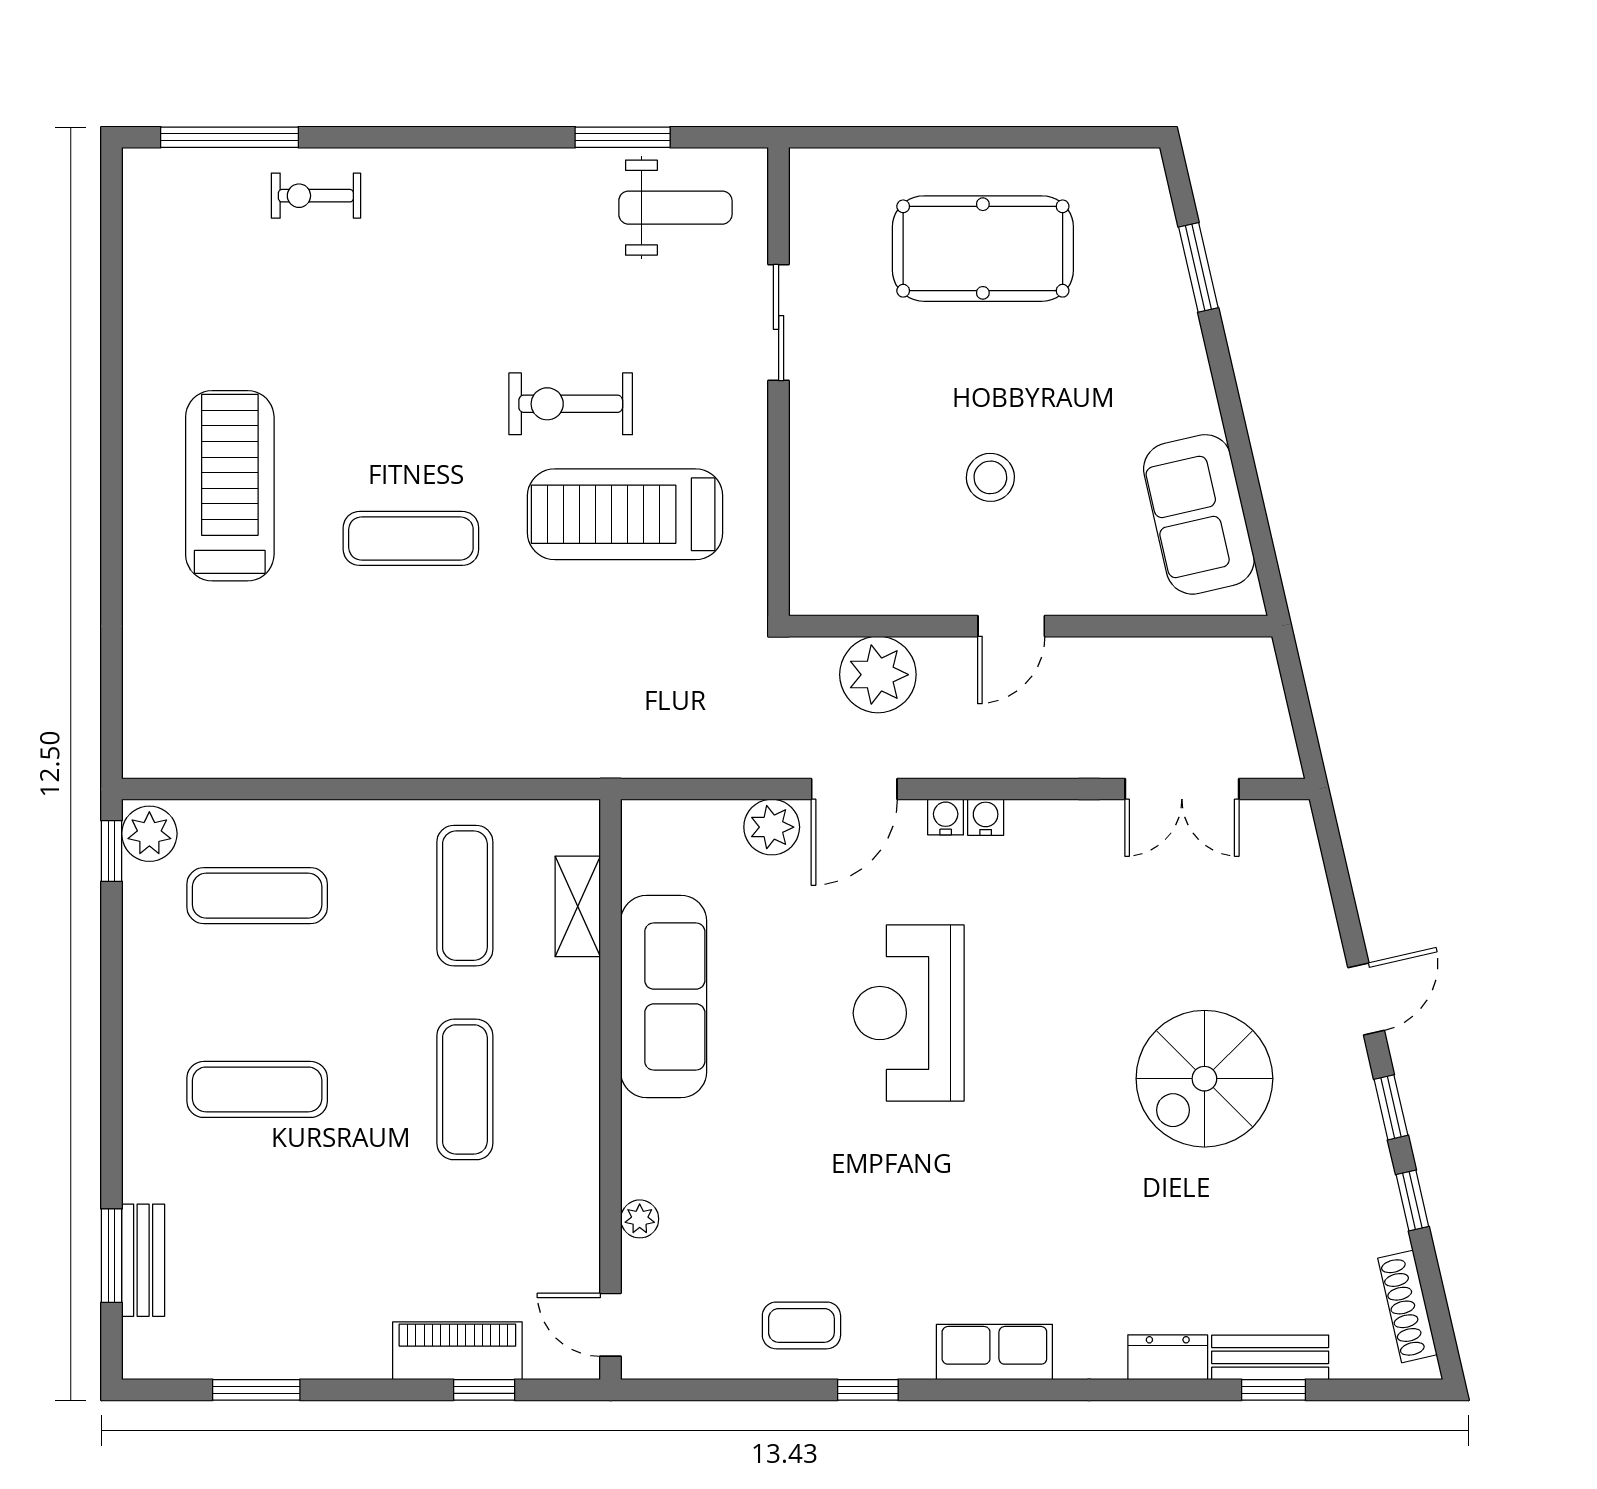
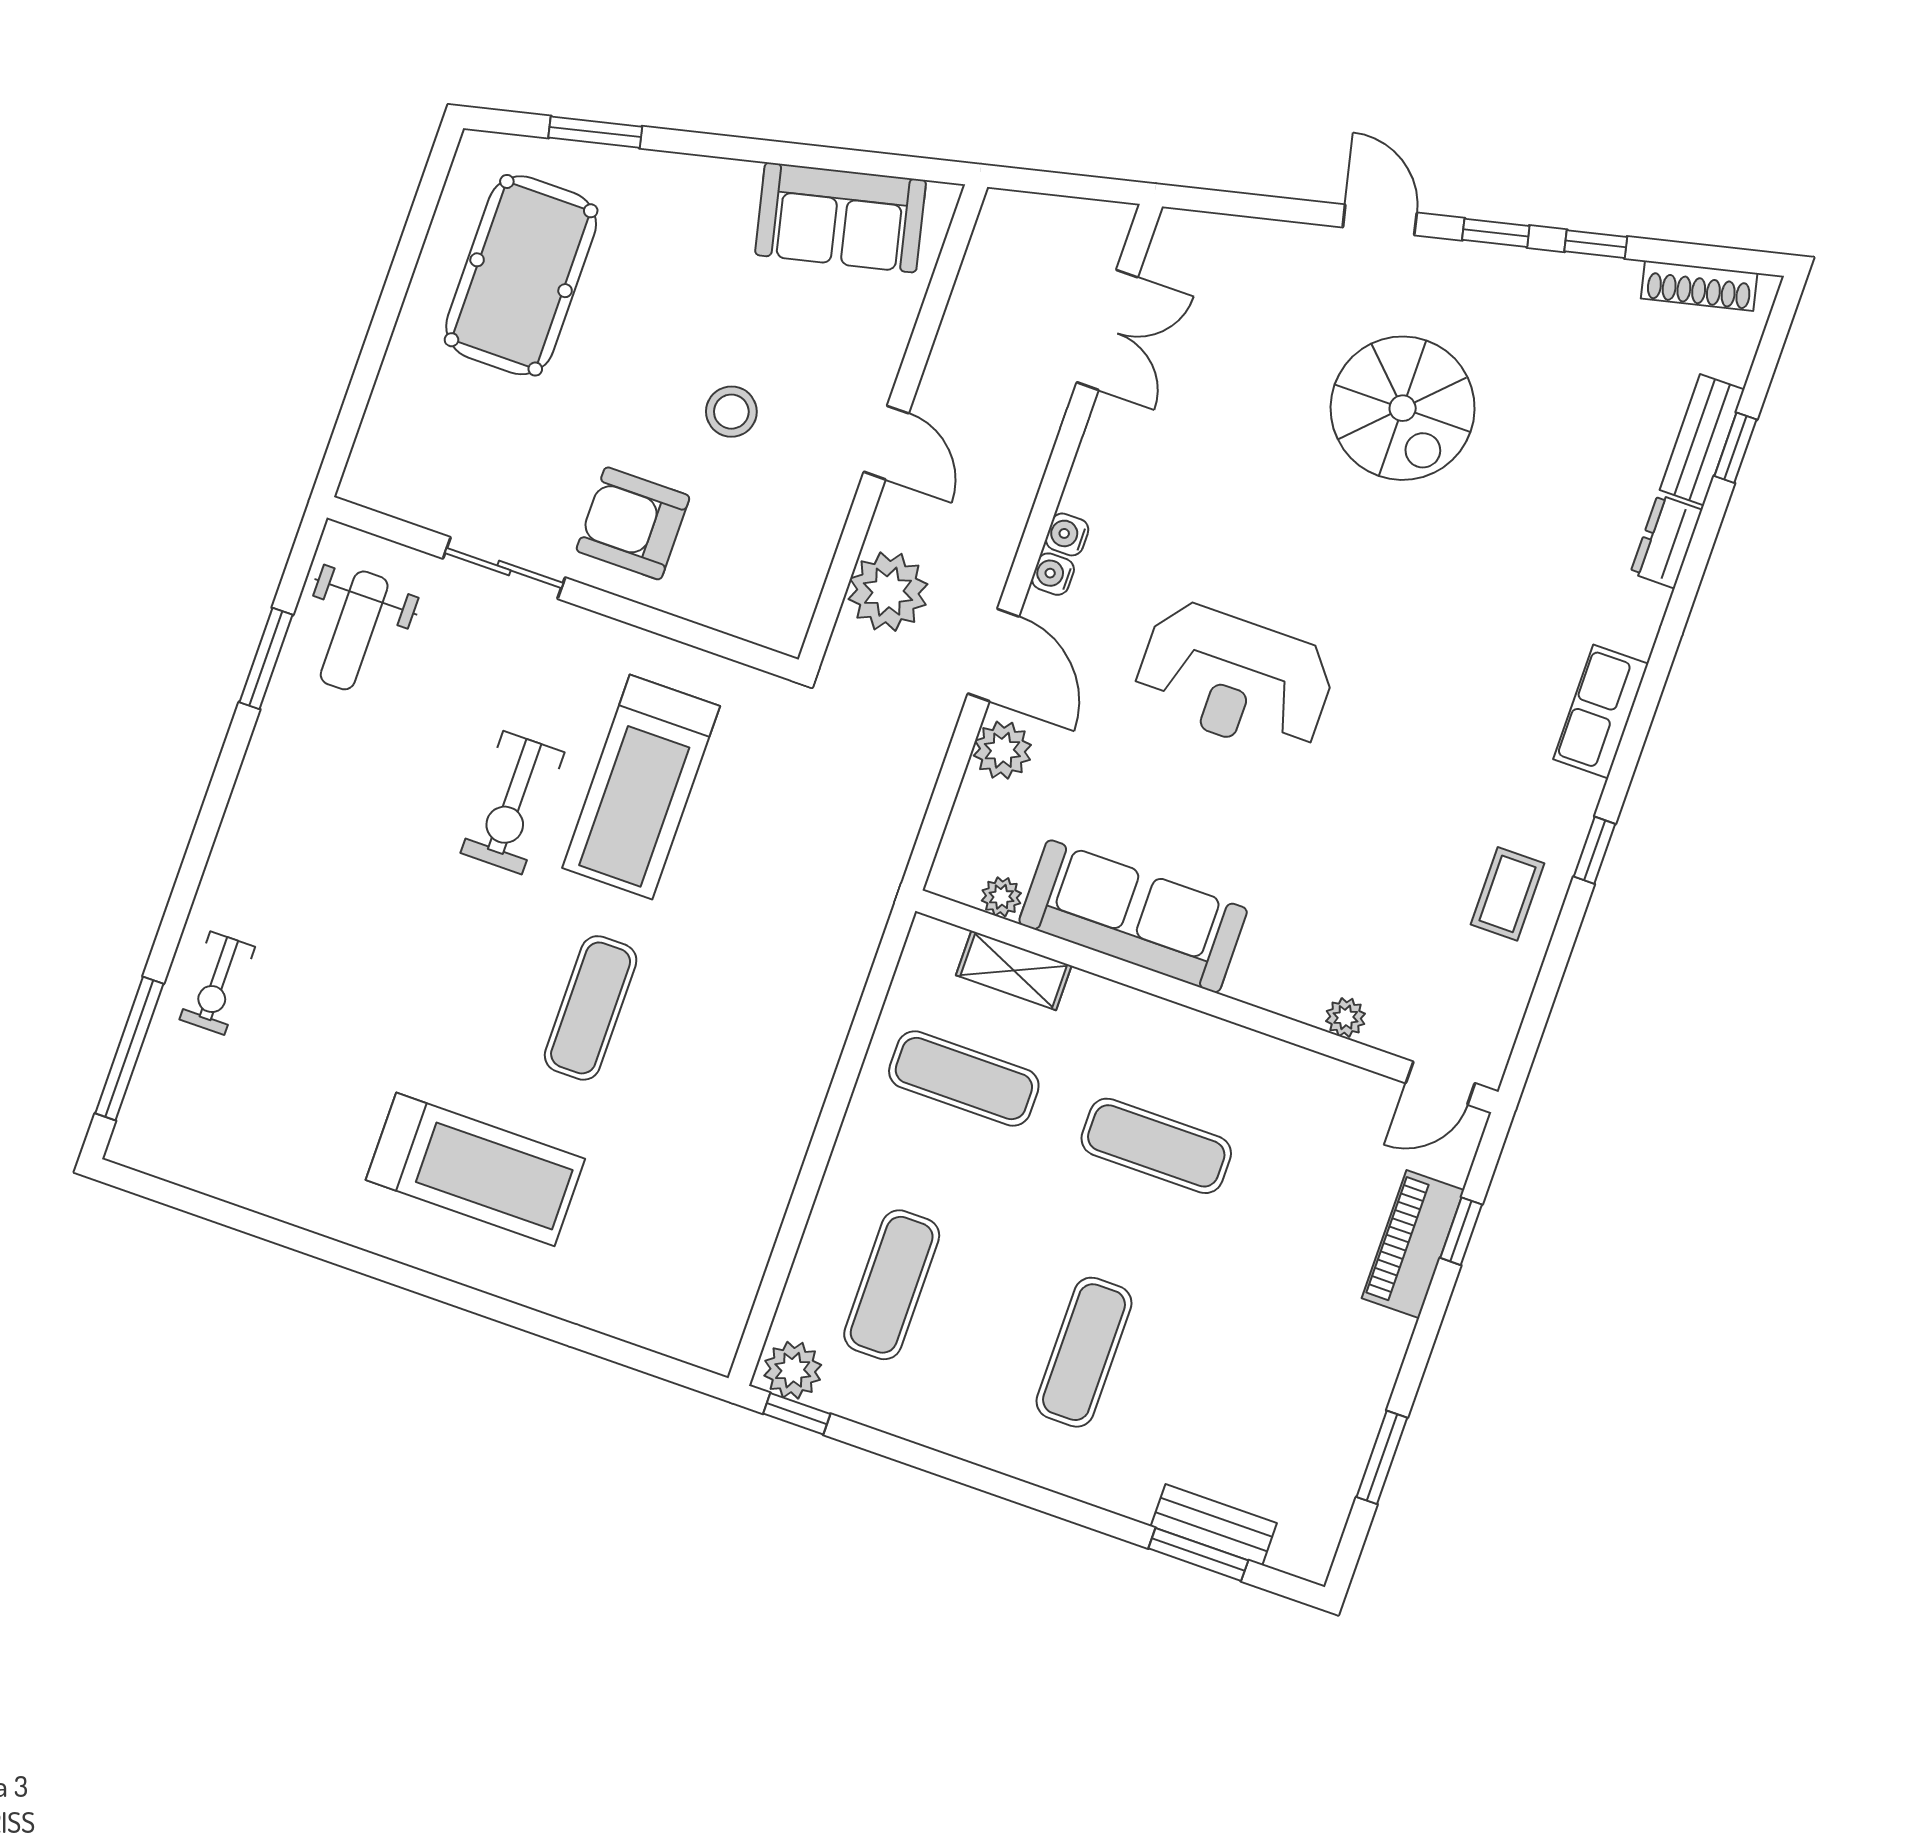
weight bench: (675, 208) -> (354, 630), turned 180
pool table: (983, 249) -> (521, 275), moved
armchair: (859, 424) -> (633, 523), added
treadmill: (230, 486) -> (475, 1169), turned 180
plant: (640, 872) -> (1001, 897), added

